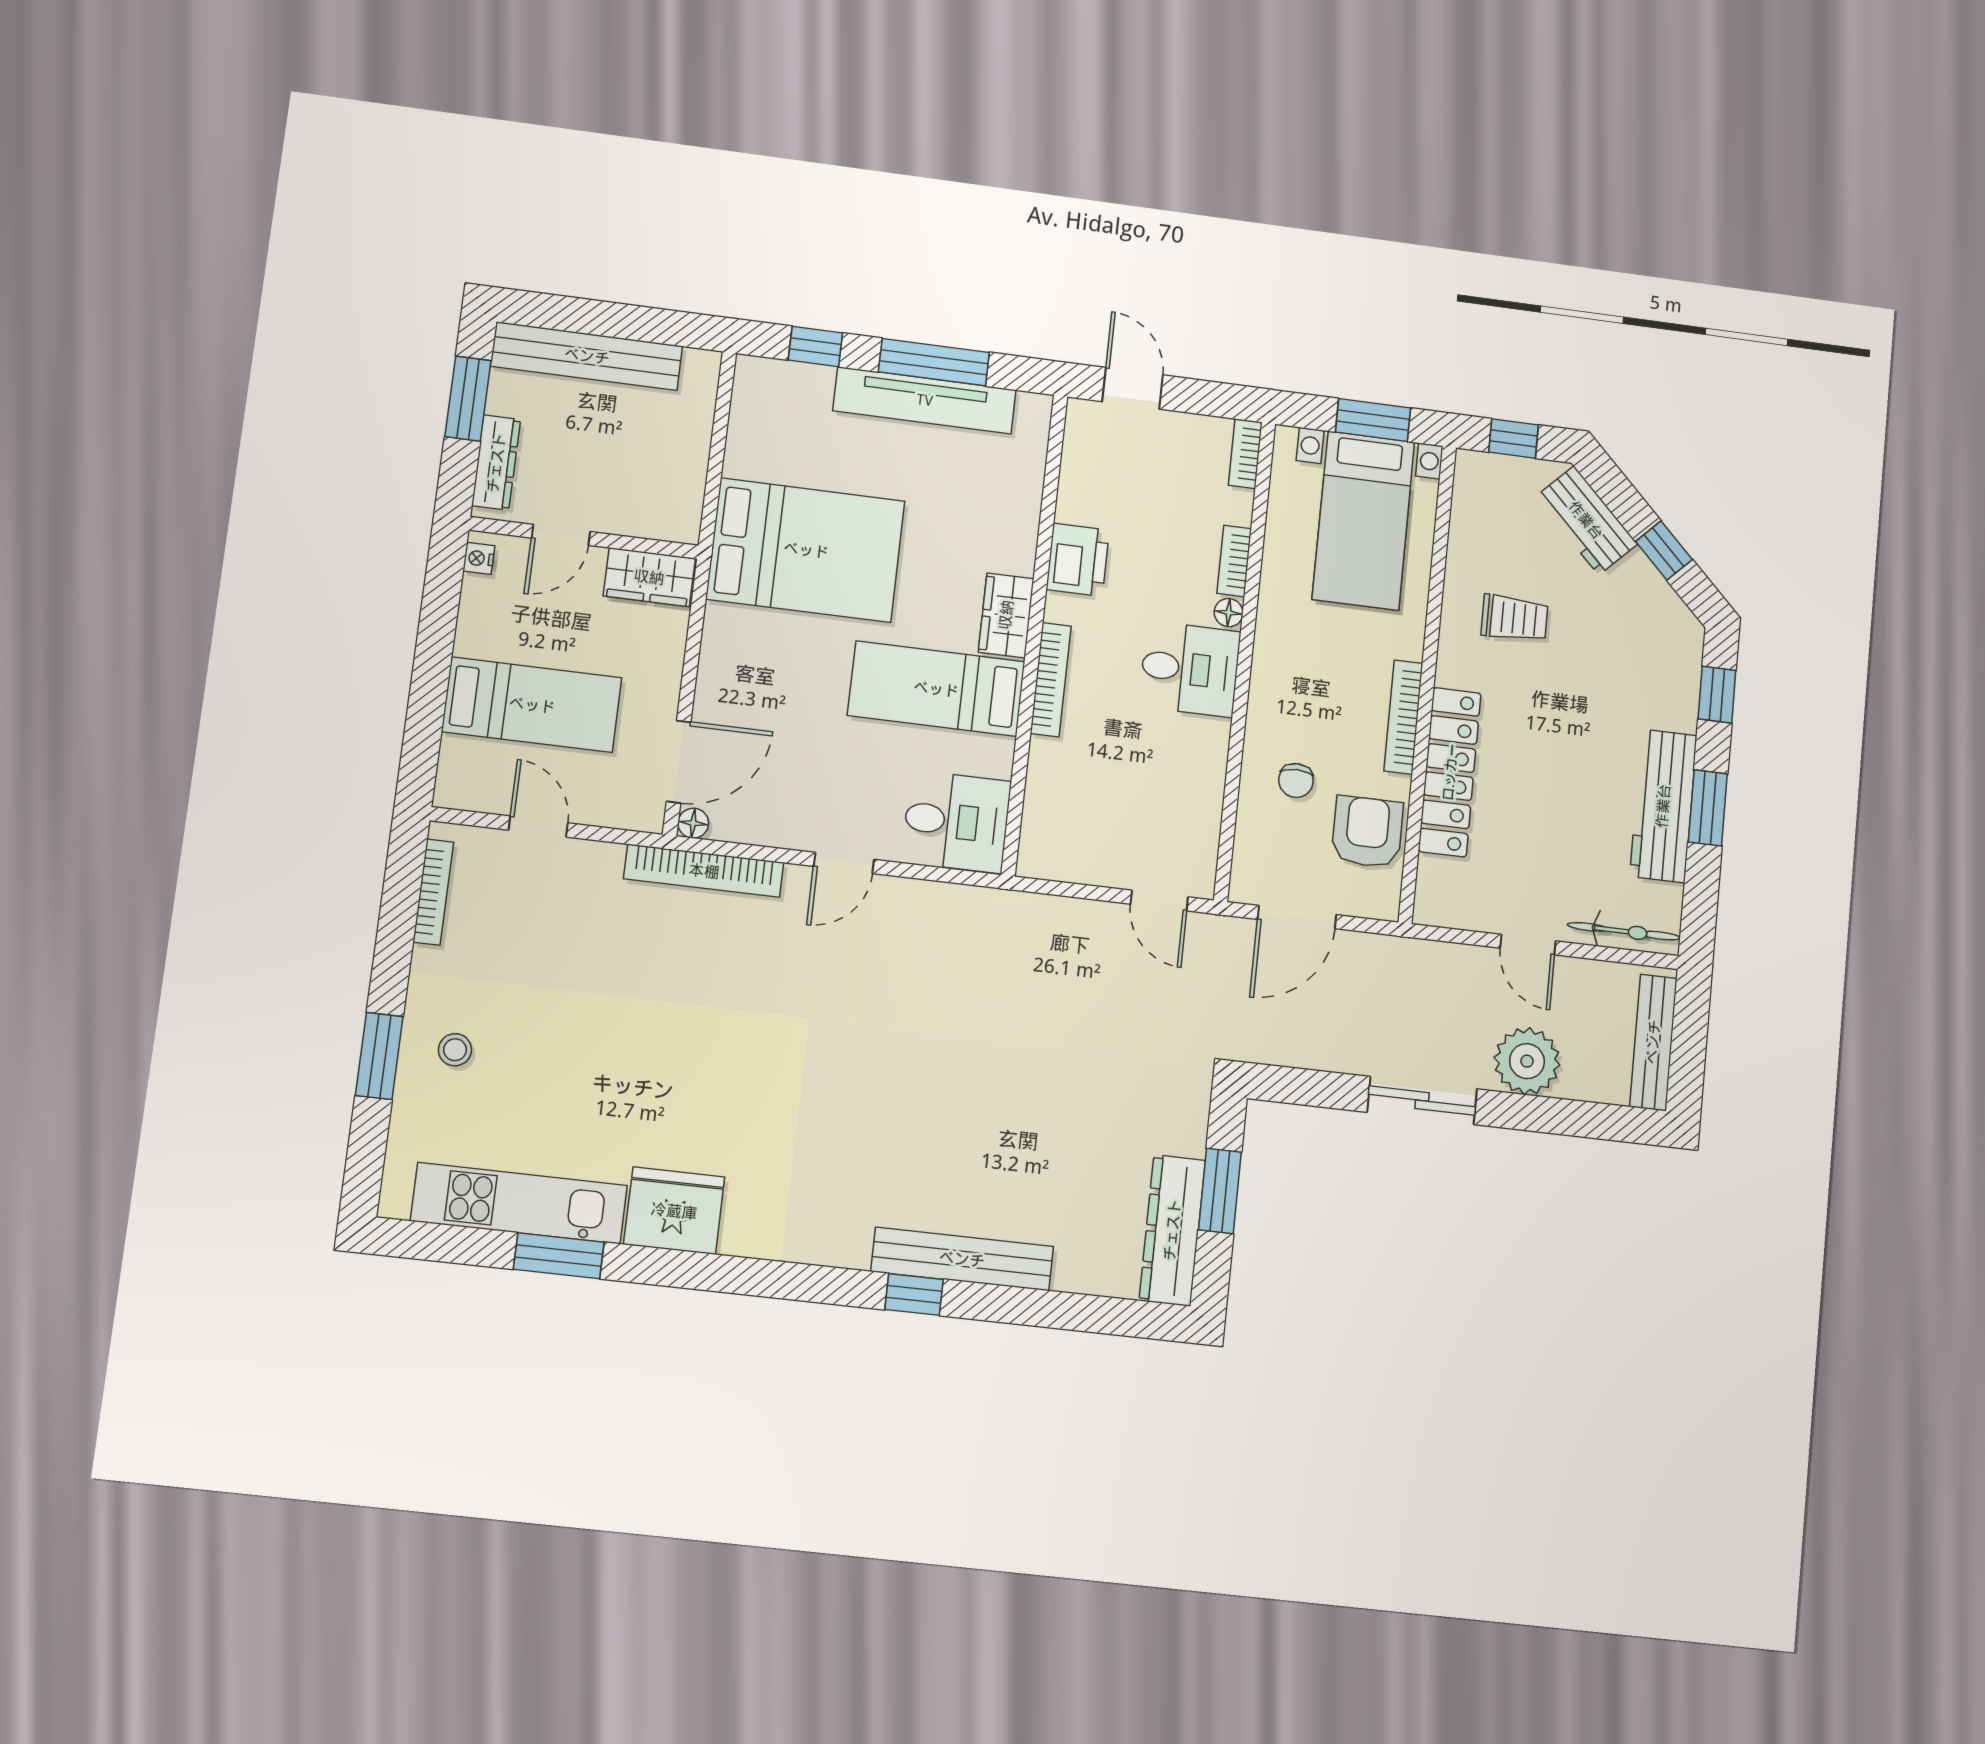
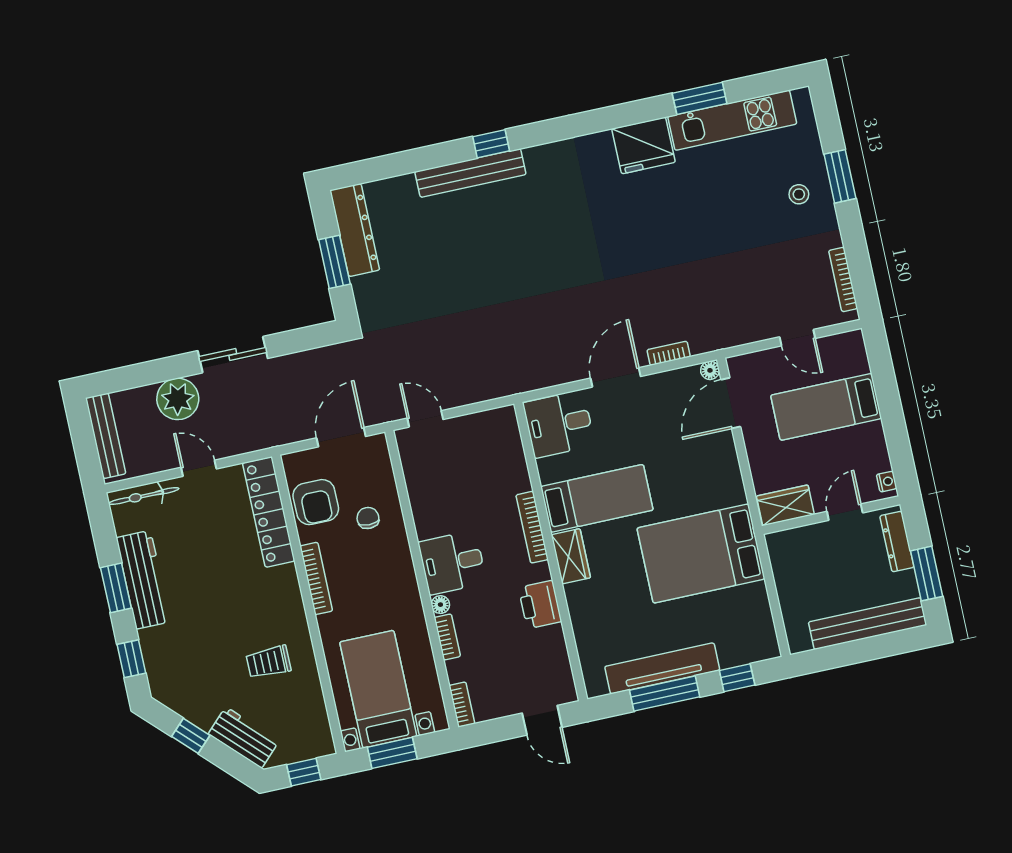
locker: (1450, 772) -> (269, 512), moved
door: (844, 863) -> (616, 377), width x1.38
bookcase: (704, 871) -> (669, 353), width x0.43, depth x0.76

